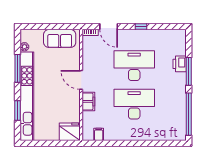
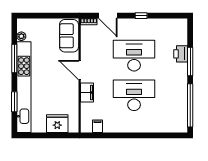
sofa: (60, 38) -> (69, 36), moved, turned 90
fridge: (70, 132) -> (57, 124), moved

